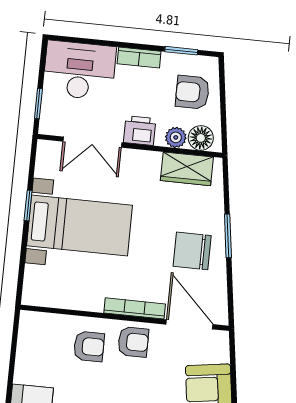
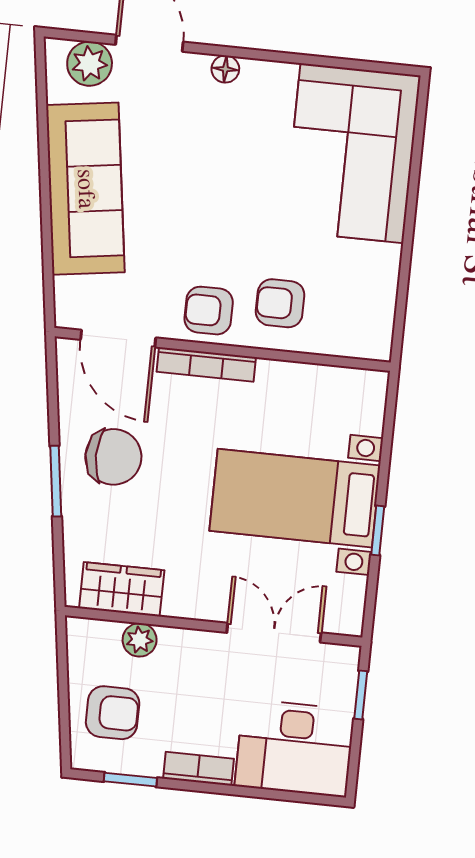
printer: (140, 131) -> (198, 651), removed
floor lamp: (201, 138) -> (99, 639), removed

